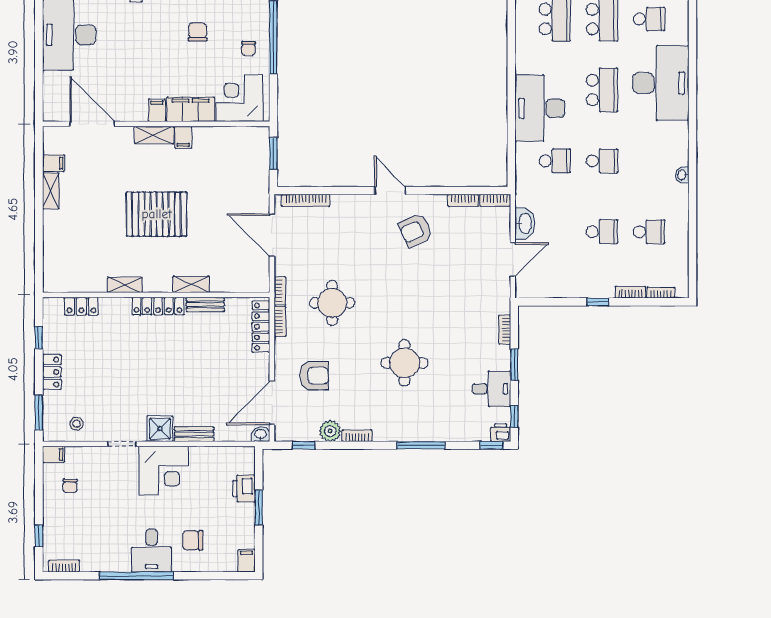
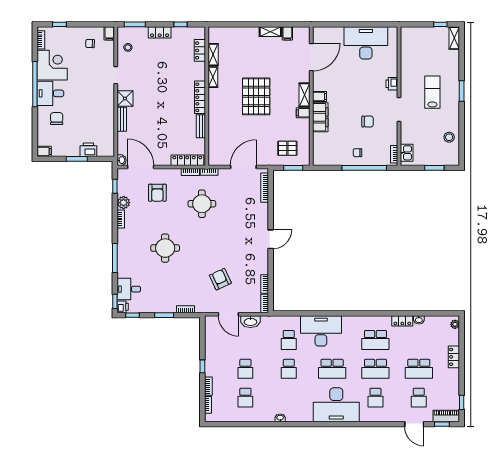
corner desk: (239, 98) -> (327, 147), removed
pallet: (241, 163) -> (287, 148), added
armchair: (416, 230) -> (220, 279), moved
shelving: (191, 285) -> (213, 55), moved
desk: (491, 389) -> (129, 289), moved, turned 90
corner desk: (164, 471) -> (52, 65), moved, turned 180

